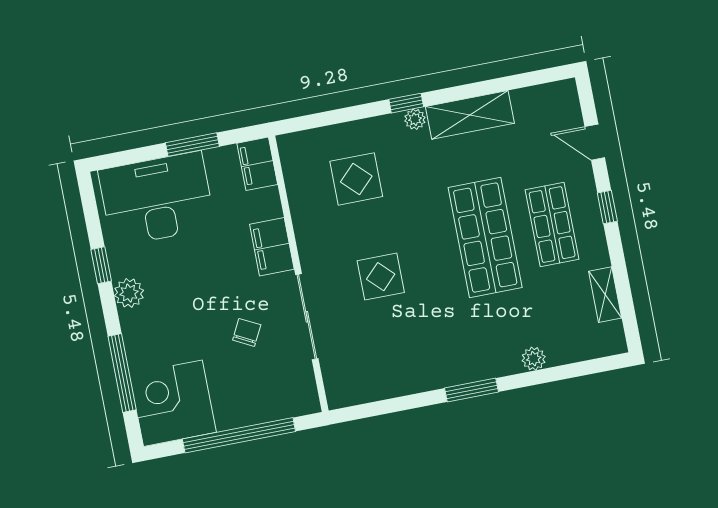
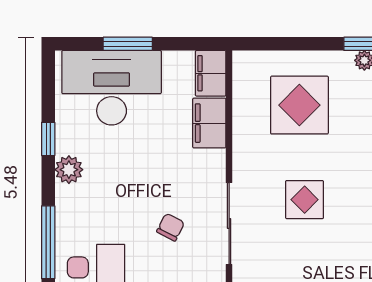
window: (192, 145) -> (128, 44), moved
display table: (356, 179) -> (299, 105), width x1.36, depth x1.36
filing cabinet: (272, 247) -> (209, 123), moved

